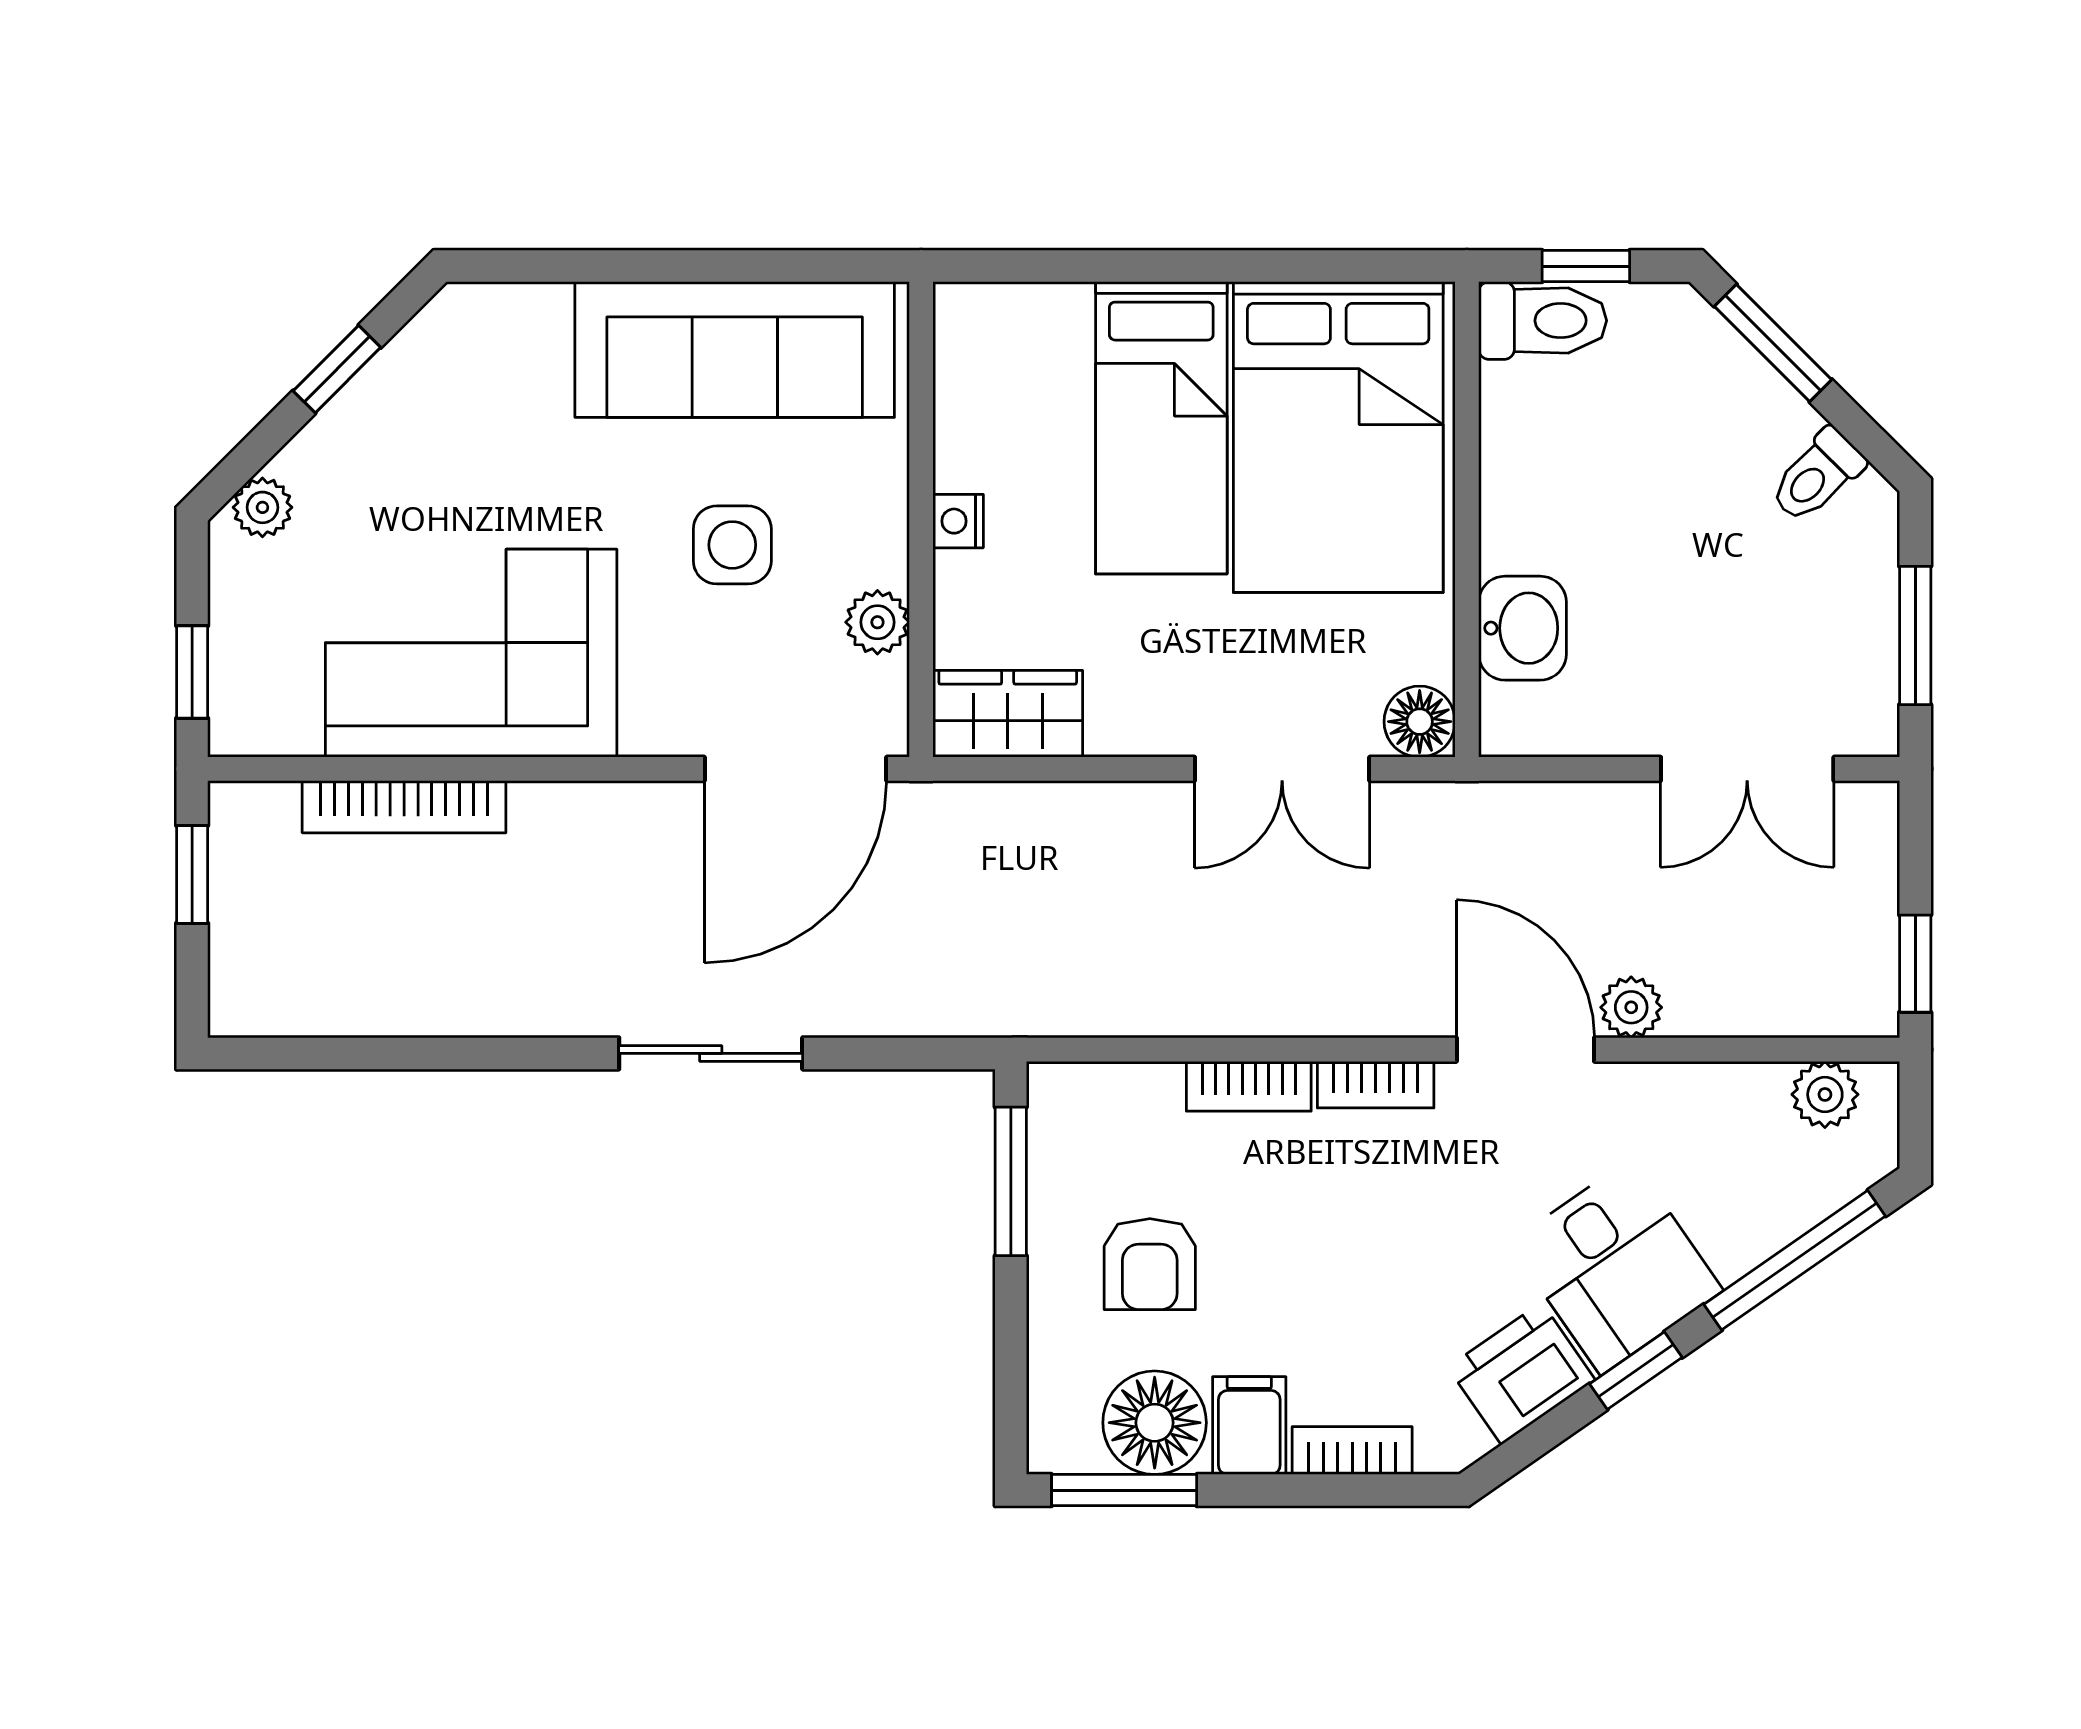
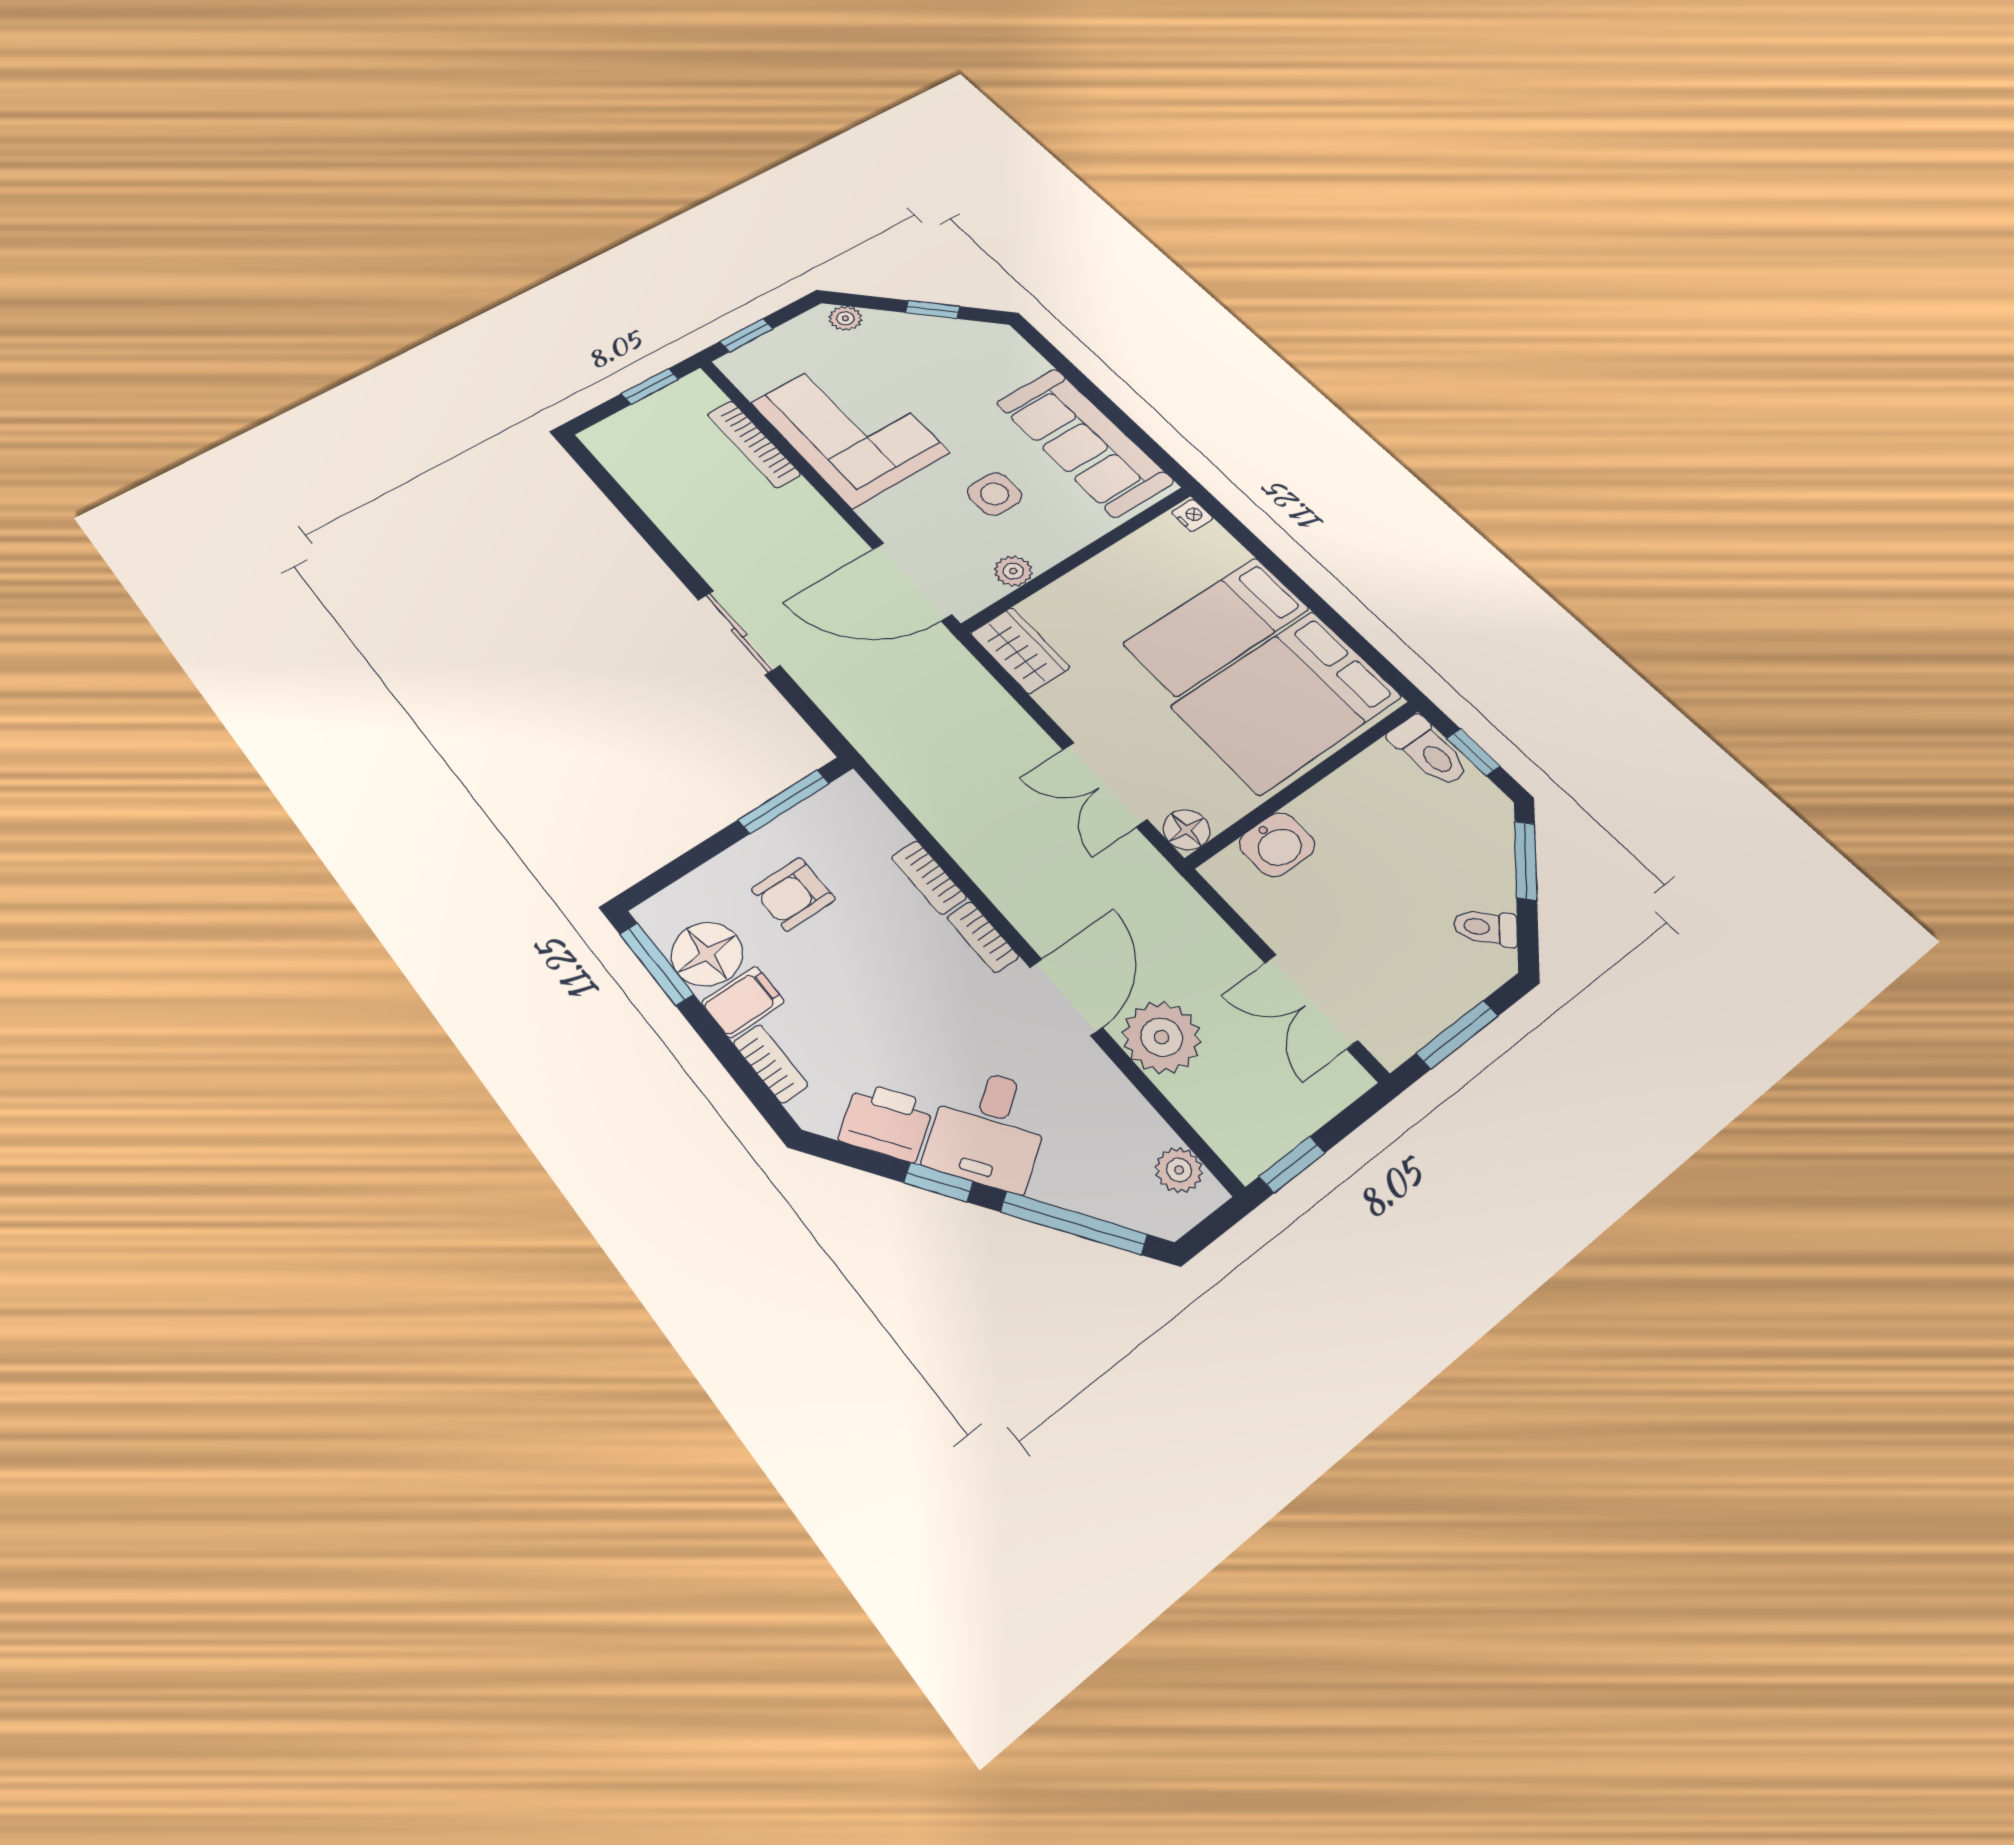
nightstand: (958, 521) -> (1192, 515), moved, turned 90
plant: (1631, 1007) -> (1162, 1037), width x1.87, depth x1.87

